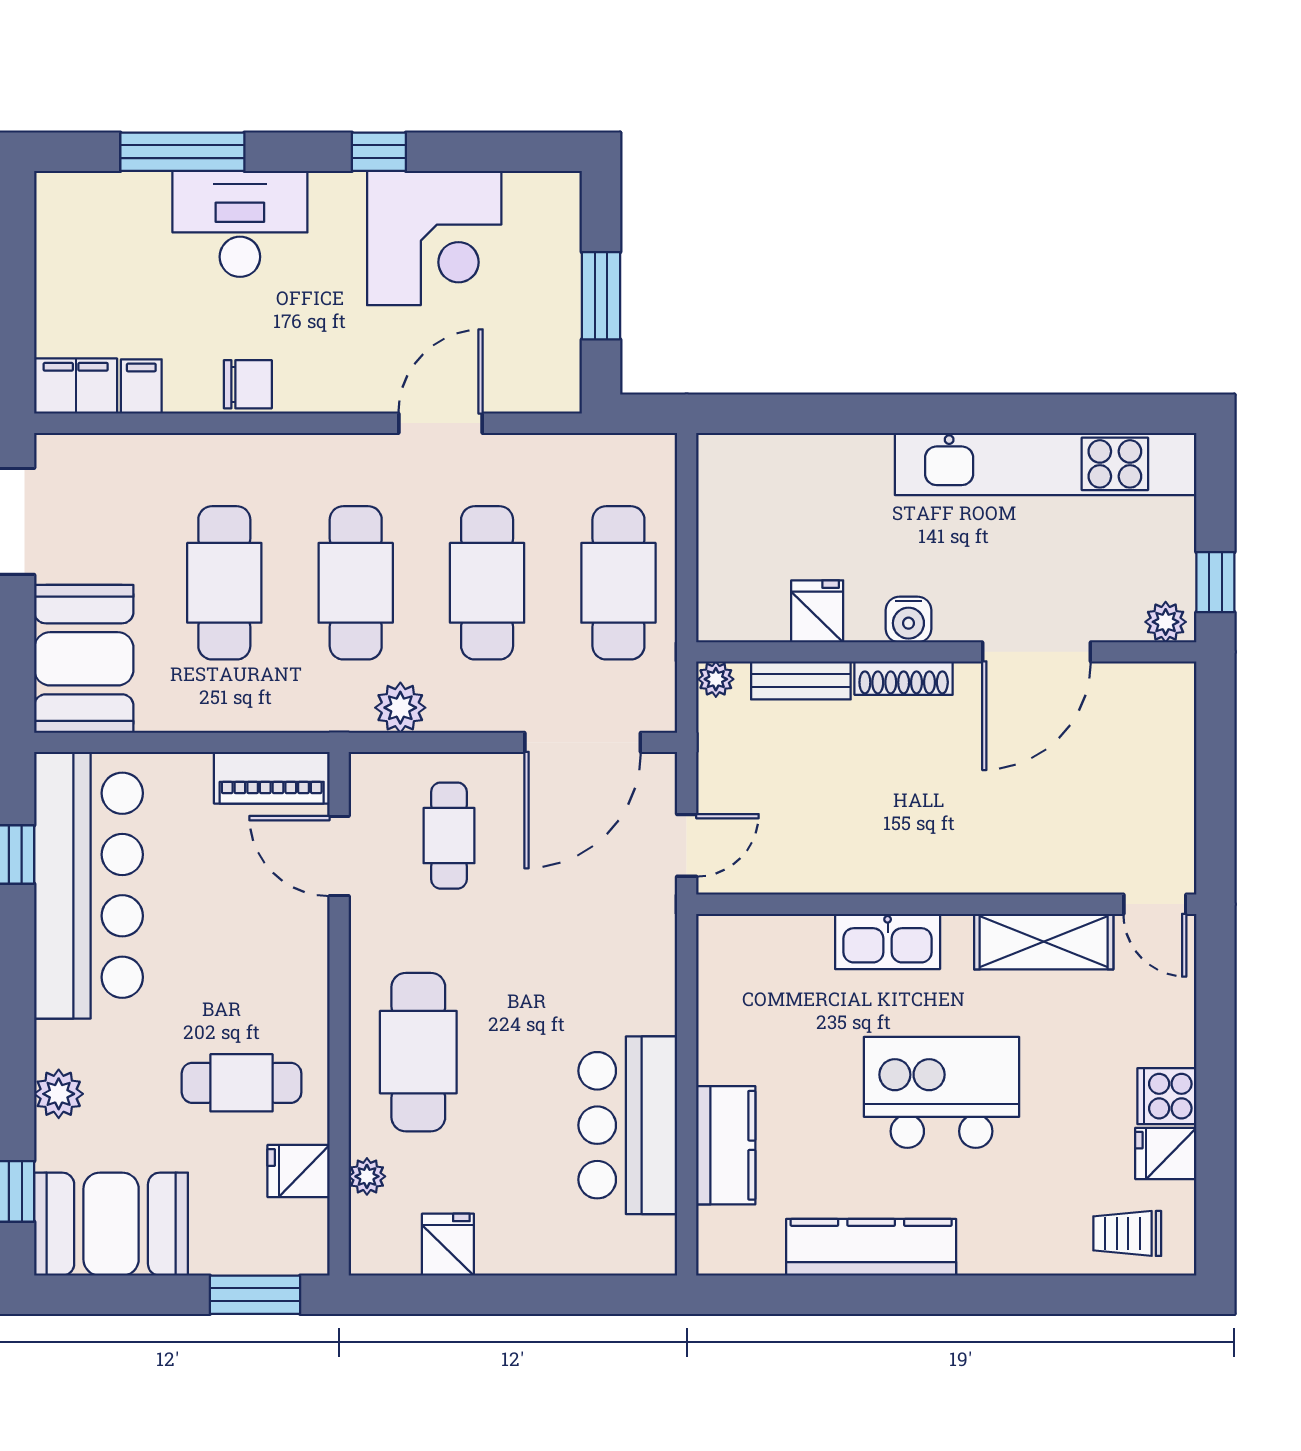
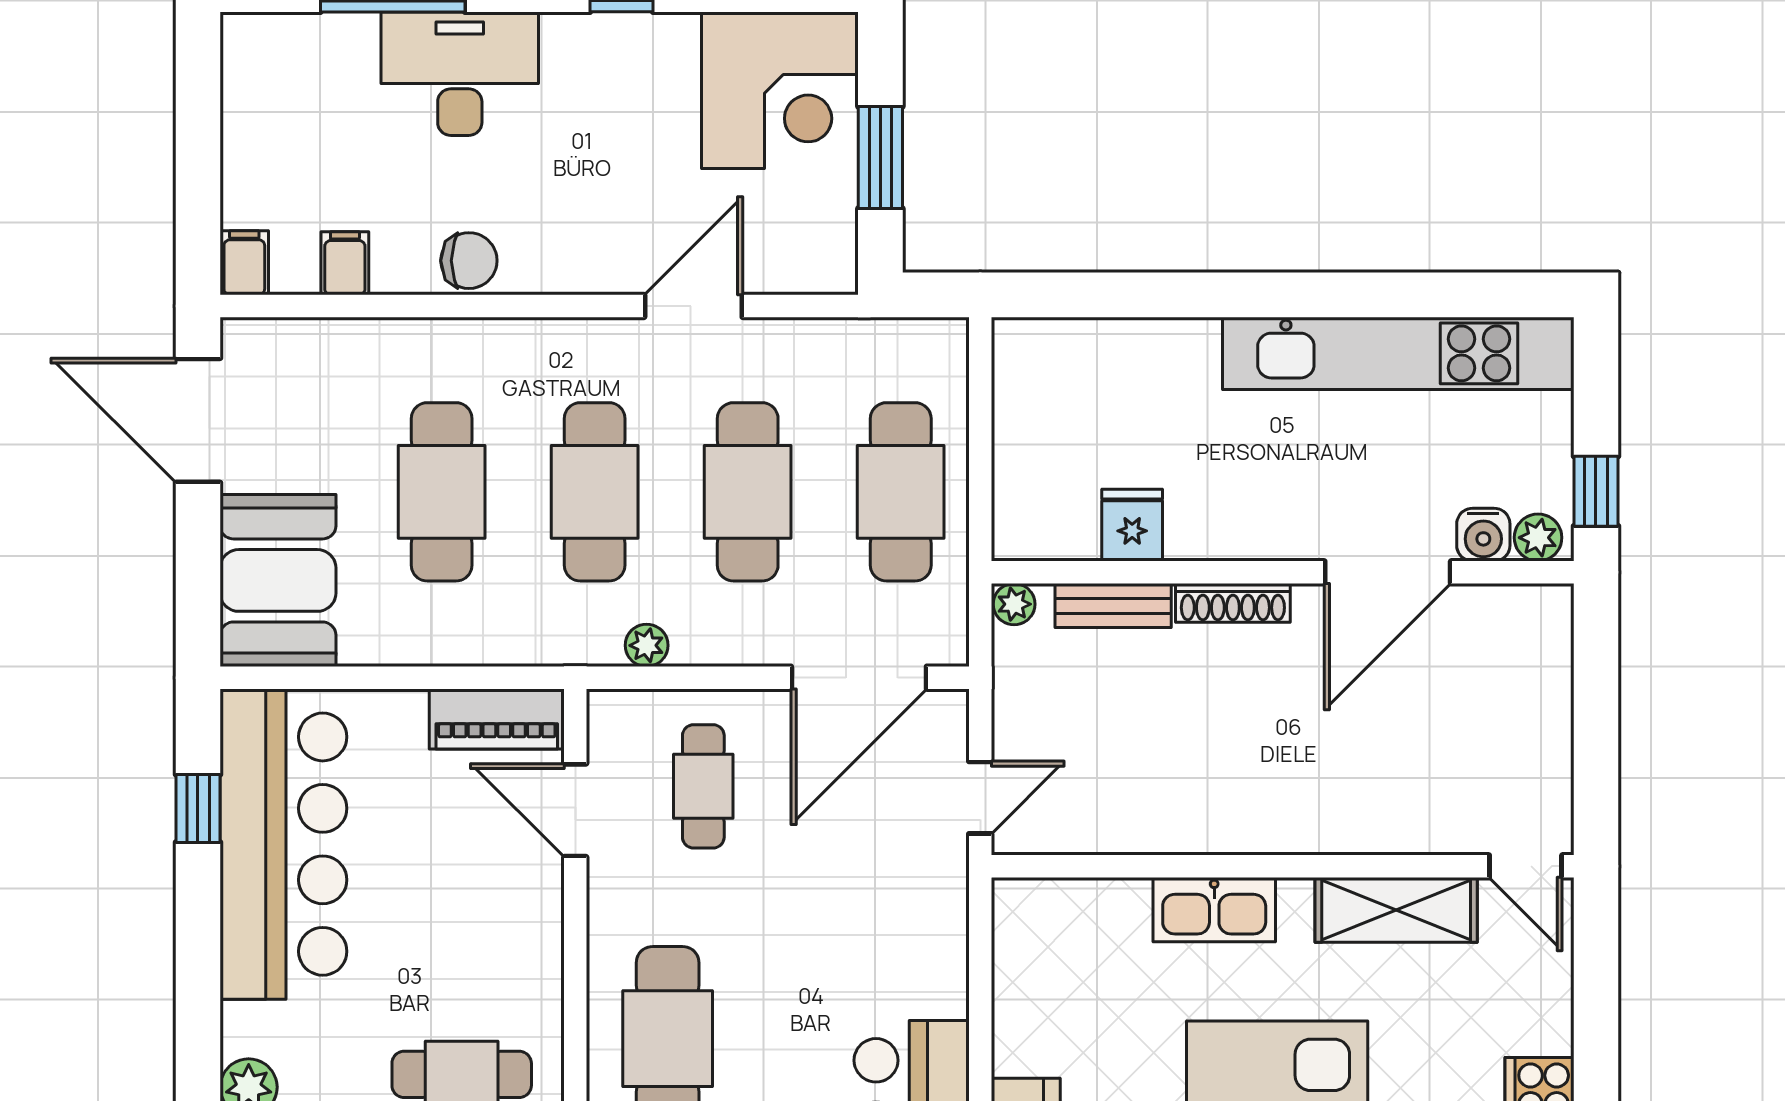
corner desk: (434, 238) -> (780, 90), moved
filing cabinet: (76, 386) -> (244, 263), width x0.50
water cooler: (908, 619) -> (1483, 535), moved
plant: (400, 708) -> (647, 645), width x0.73, depth x0.73

